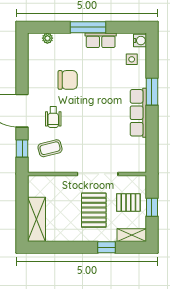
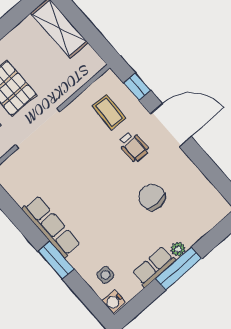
plant: (47, 38) -> (178, 249), moved
chair: (68, 80) -> (152, 197), turned 90
wheelchair: (53, 117) -> (133, 146), turned 180
coffee table: (50, 148) -> (109, 112), turned -73

